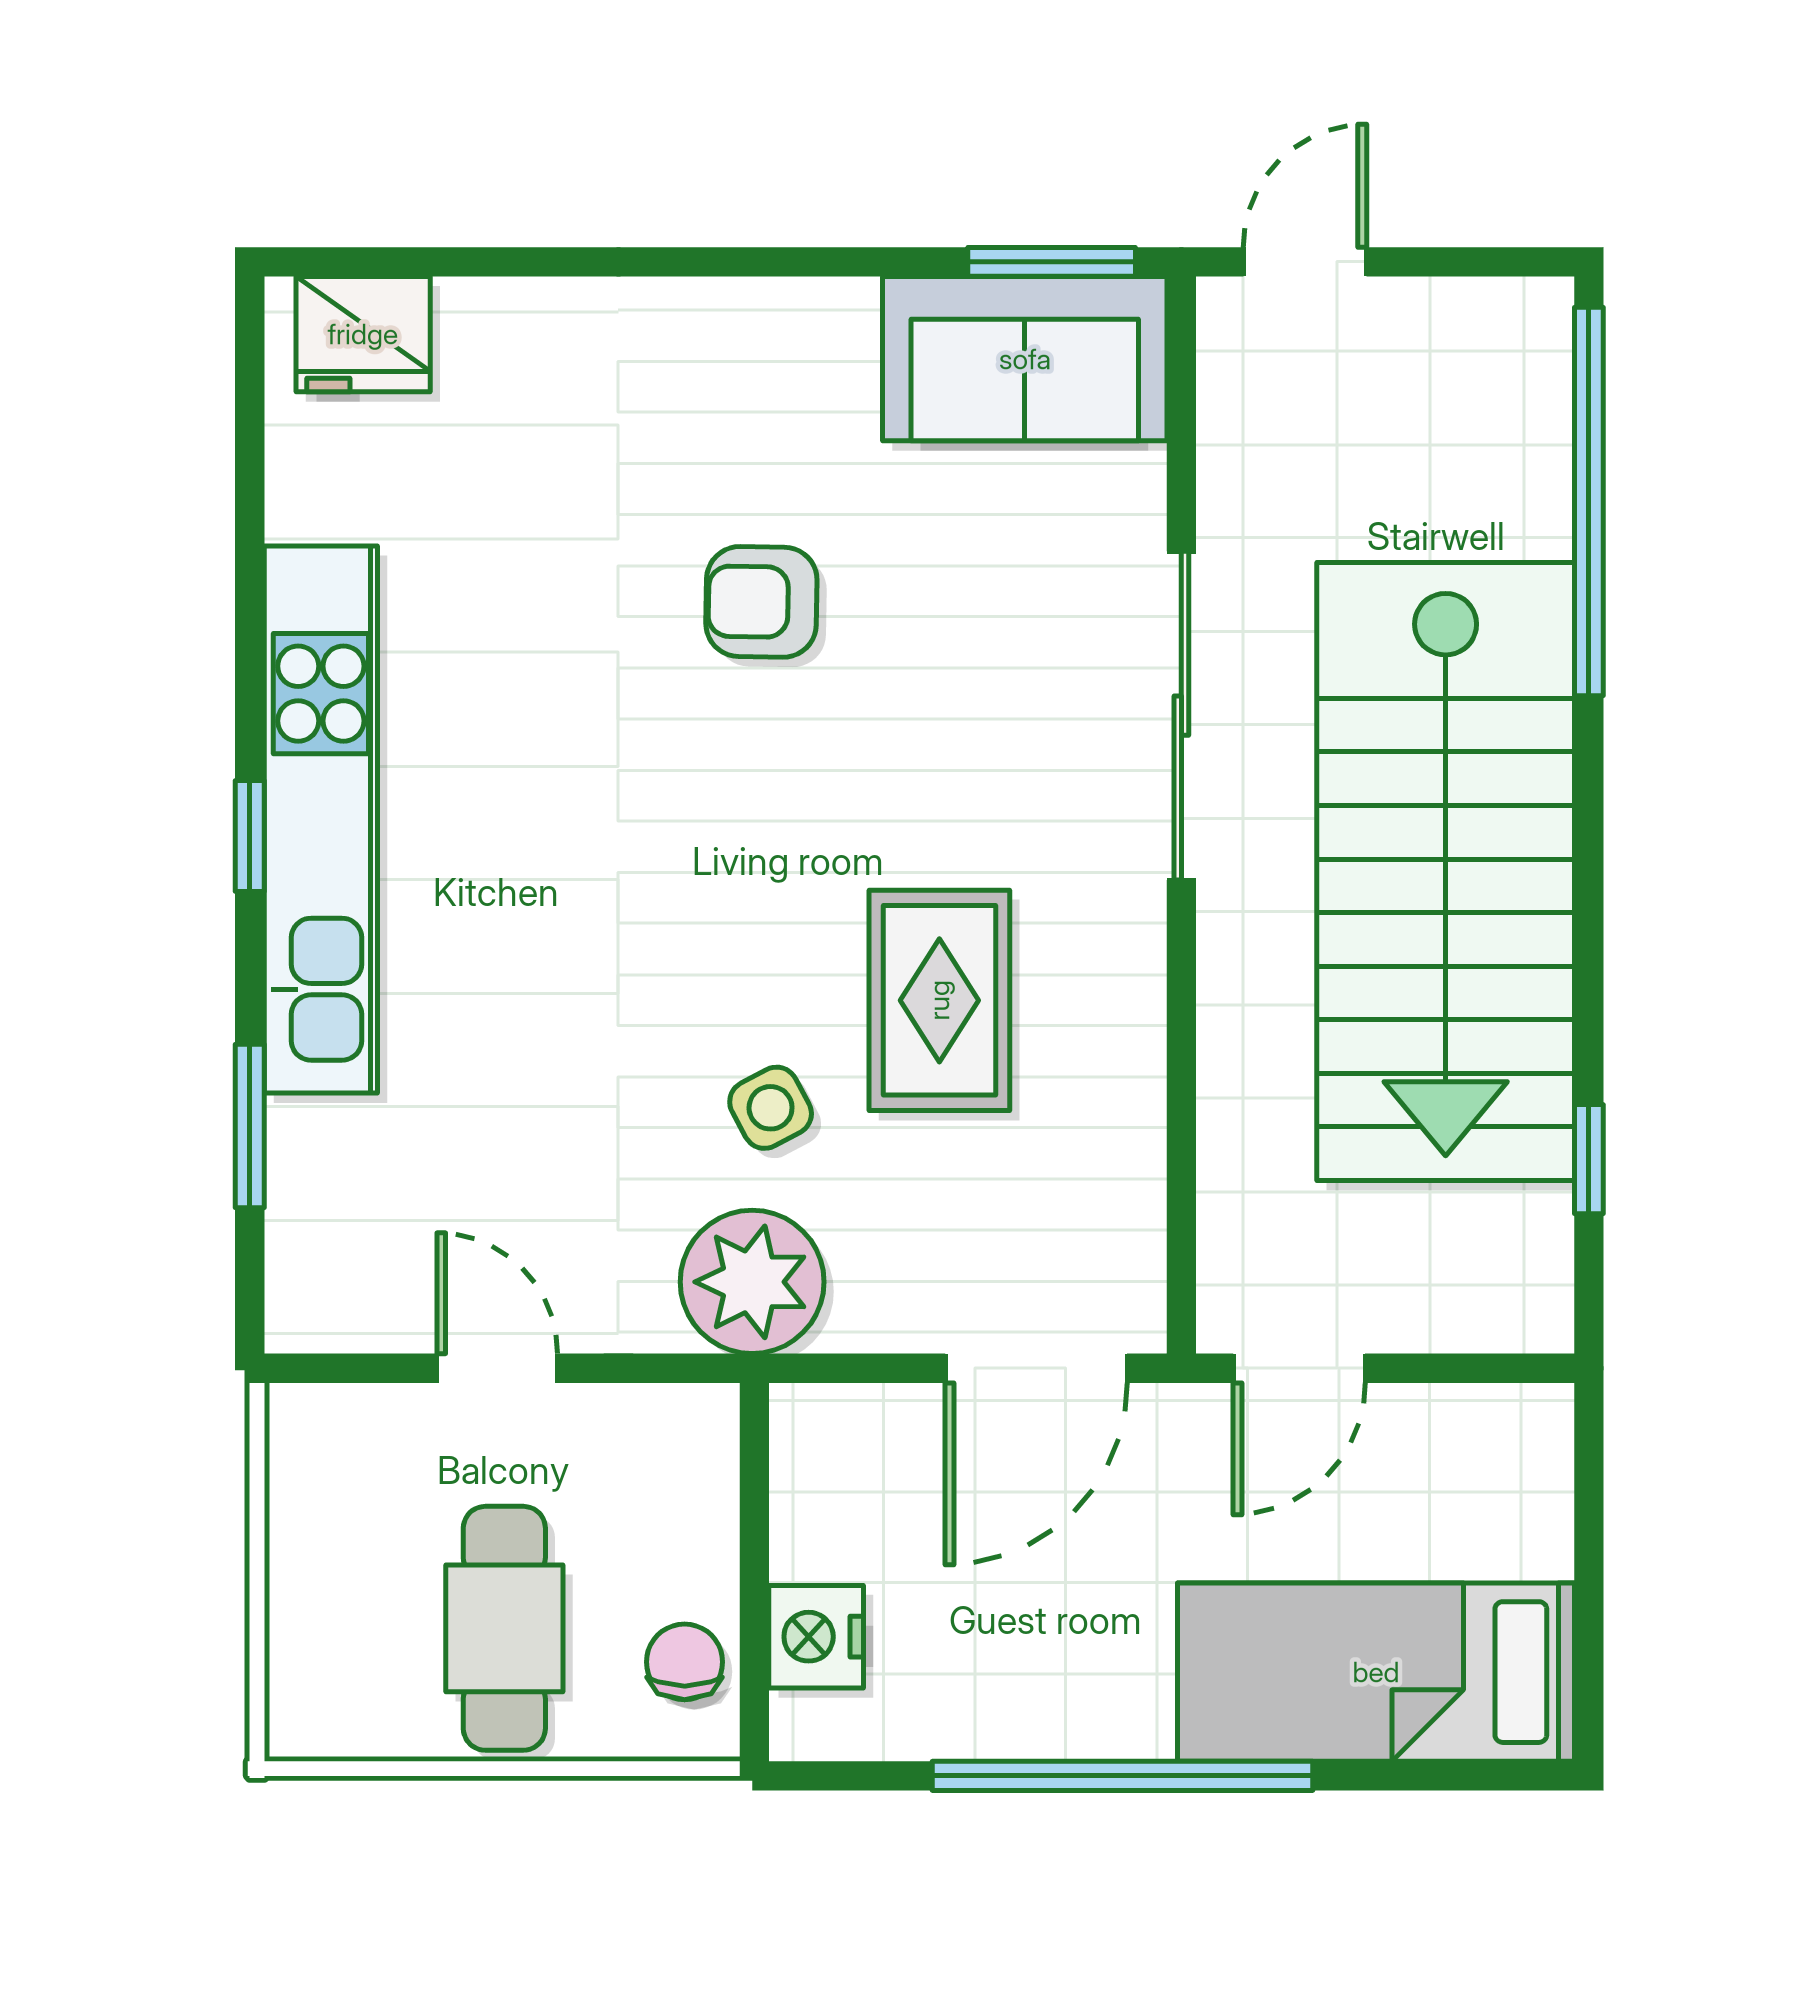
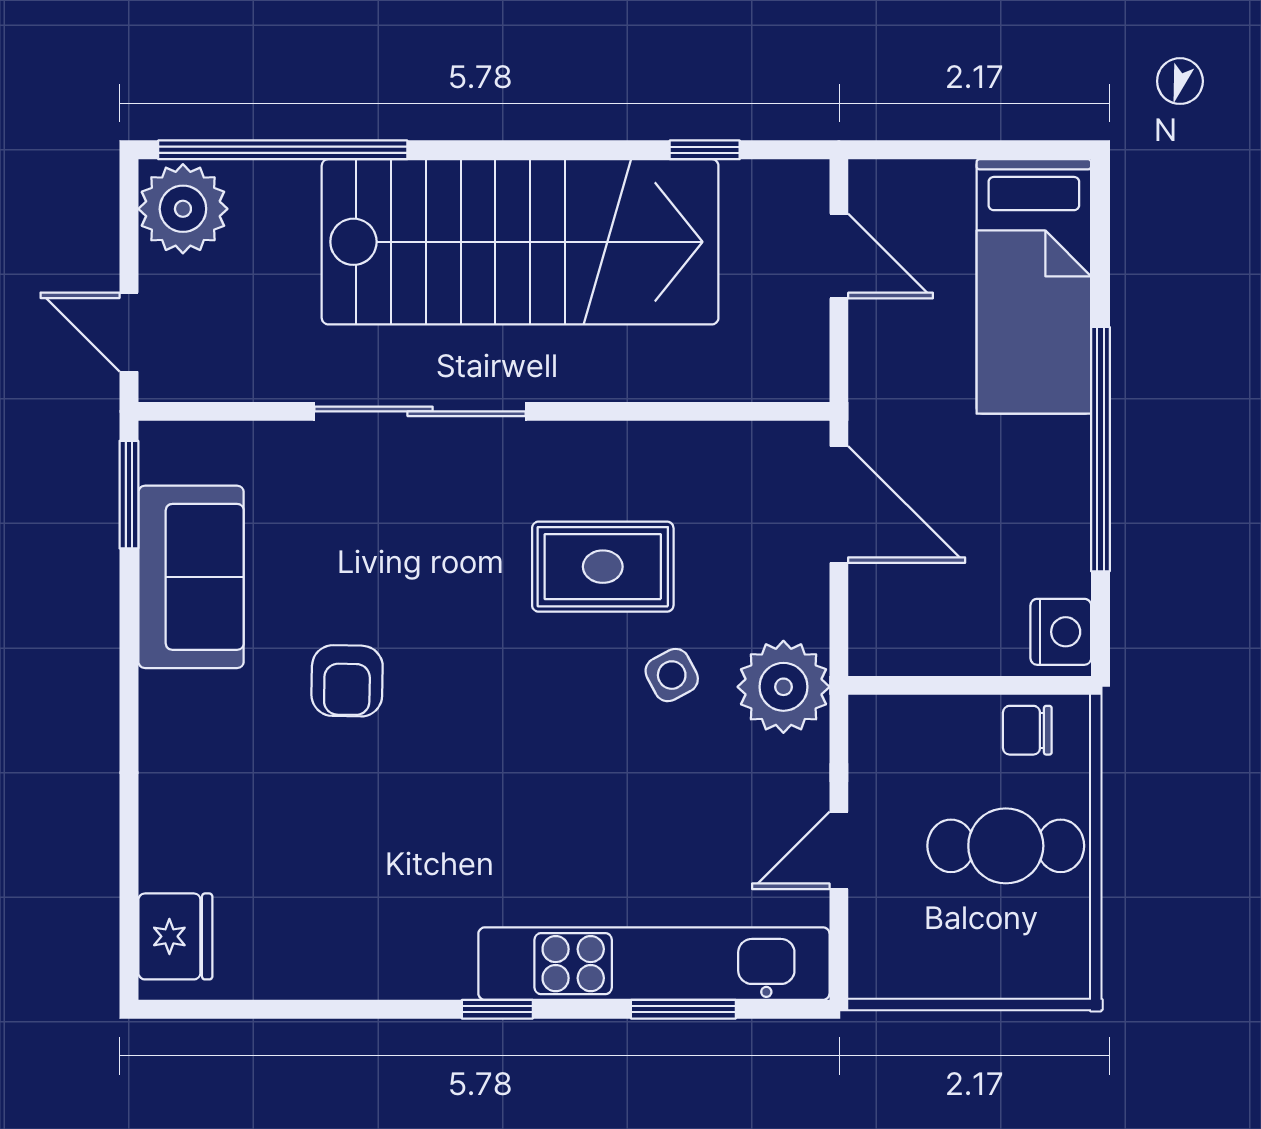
plant: (1497, 346) -> (183, 209), added
sofa: (1025, 359) -> (191, 577), moved
kitchen unit: (321, 819) -> (654, 964), moved
door: (1299, 1368) -> (839, 256), moved
nightstand: (816, 1637) -> (1061, 632), moved, turned -90

